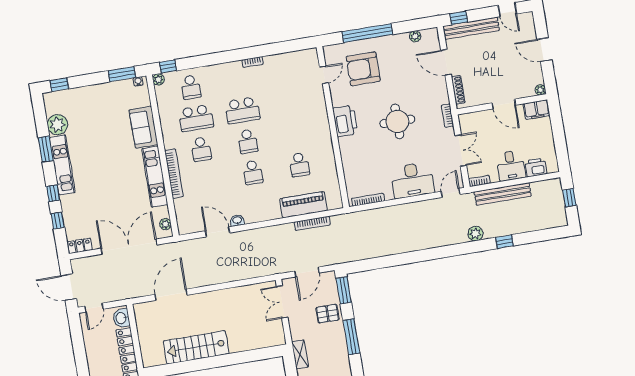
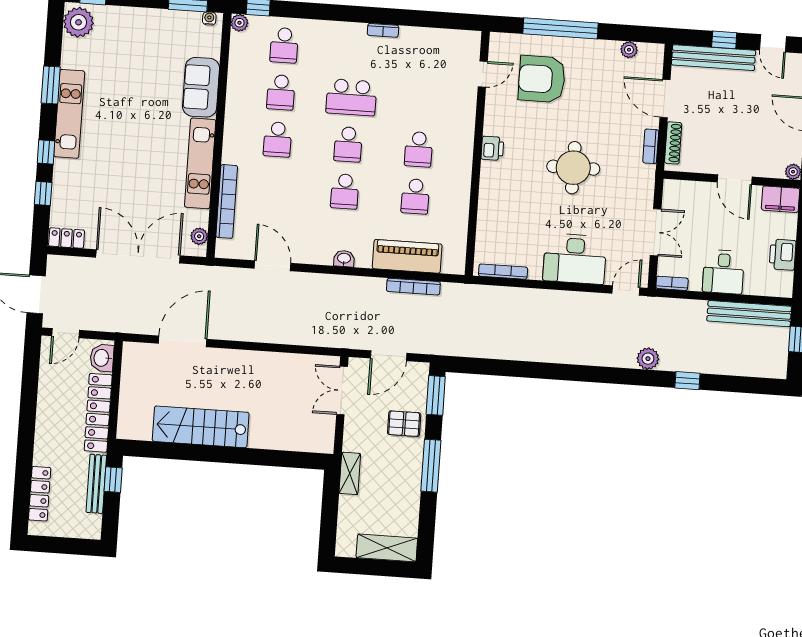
window: (459, 18) -> (724, 40), moved
bookcase: (448, 116) -> (651, 146), moved
school desk: (196, 118) -> (281, 92), width x0.54
printer: (345, 121) -> (492, 148), width x0.53, depth x0.68
plant: (57, 125) -> (79, 22), moved
school desk: (294, 134) -> (419, 149), added
printer: (536, 167) -> (783, 255), moved, turned -90
bookcase: (174, 173) -> (227, 201), moved
bench: (503, 194) -> (749, 314), moved
washbasin: (237, 220) -> (344, 259), moved

